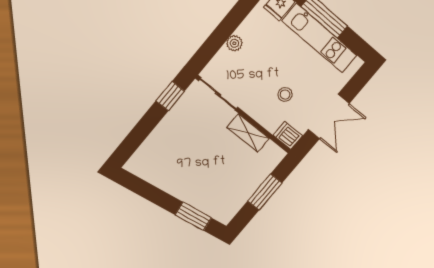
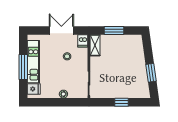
window: (170, 96) -> (122, 102), moved
shelving: (248, 133) -> (95, 45), moved
window: (193, 216) -> (151, 73), moved

